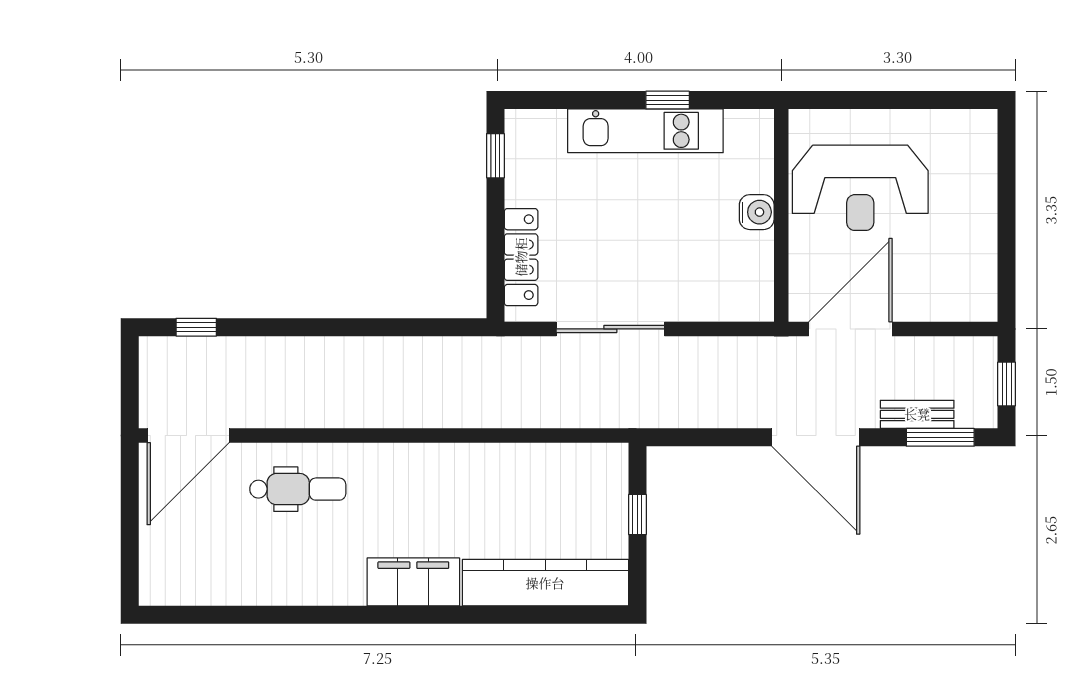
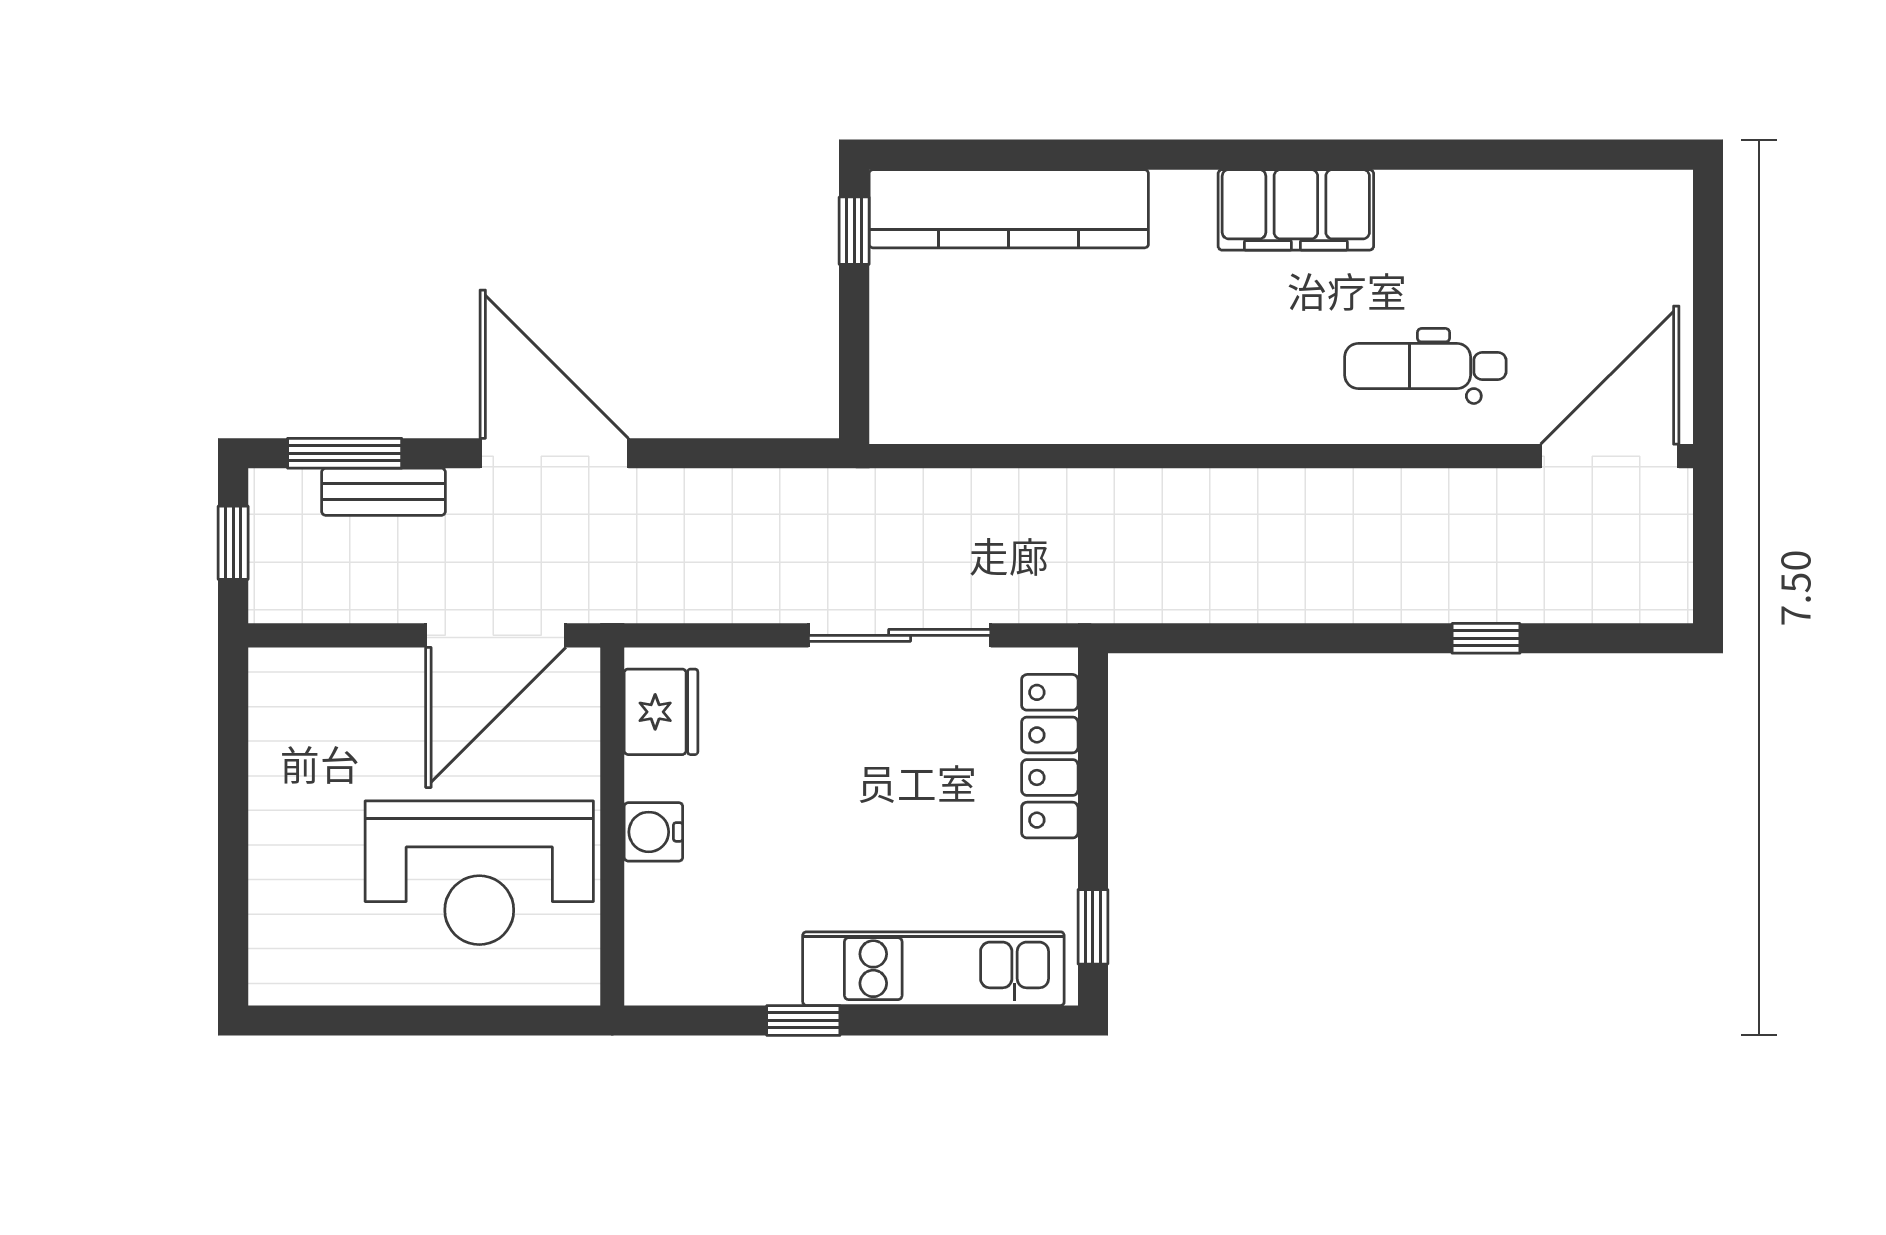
kitchen unit: (645, 131) -> (933, 969), moved
reception desk: (860, 188) -> (479, 873), turned 180
fridge: (752, 283) -> (661, 712), added
window: (196, 327) -> (1486, 638), moved
window: (637, 515) -> (854, 231), moved
filing cabinet: (413, 582) -> (1296, 210), moved

